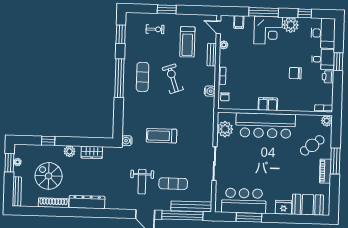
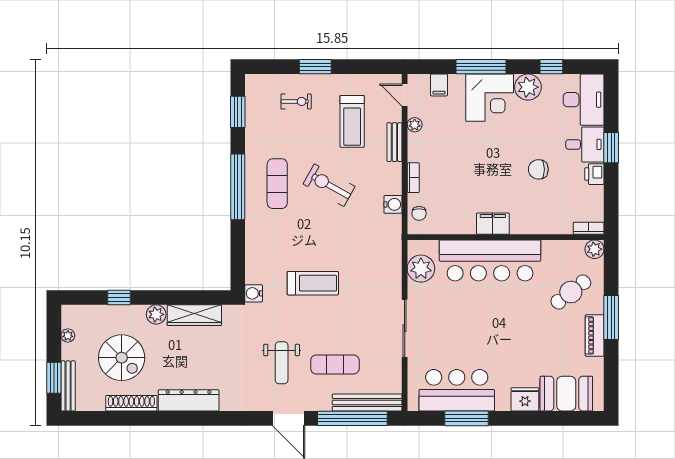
exercise bike: (173, 79) -> (329, 185), turned -42
treadmill: (162, 136) -> (313, 283), turned 180
wardrobe: (92, 152) -> (194, 315), width x1.50
window: (9, 163) -> (54, 378), moved
spiral stairs: (49, 176) -> (122, 358), turned 180

